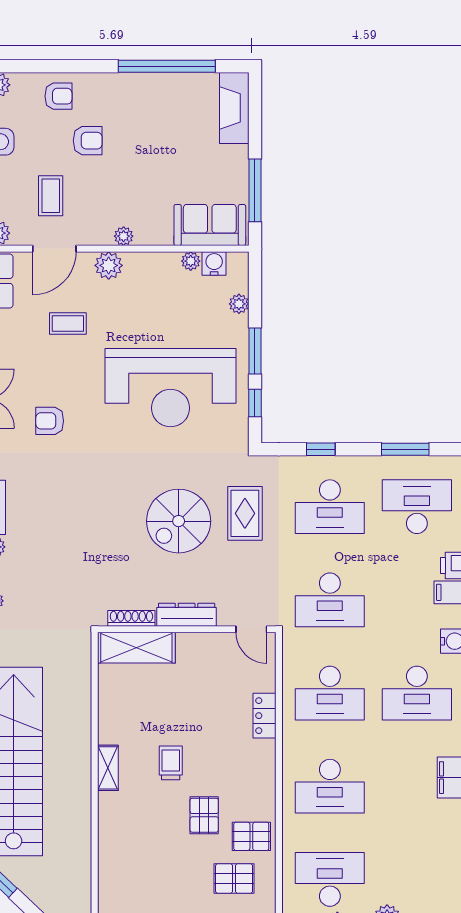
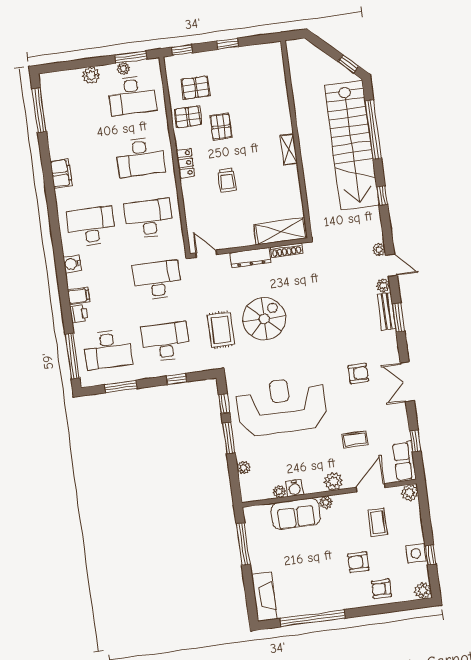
sofa: (210, 225) -> (296, 514), moved
water cooler: (214, 263) -> (294, 488), moved
locker: (264, 716) -> (185, 163), moved
trolley: (171, 763) -> (227, 180), moved
desk: (330, 786) -> (140, 157), turned 180

